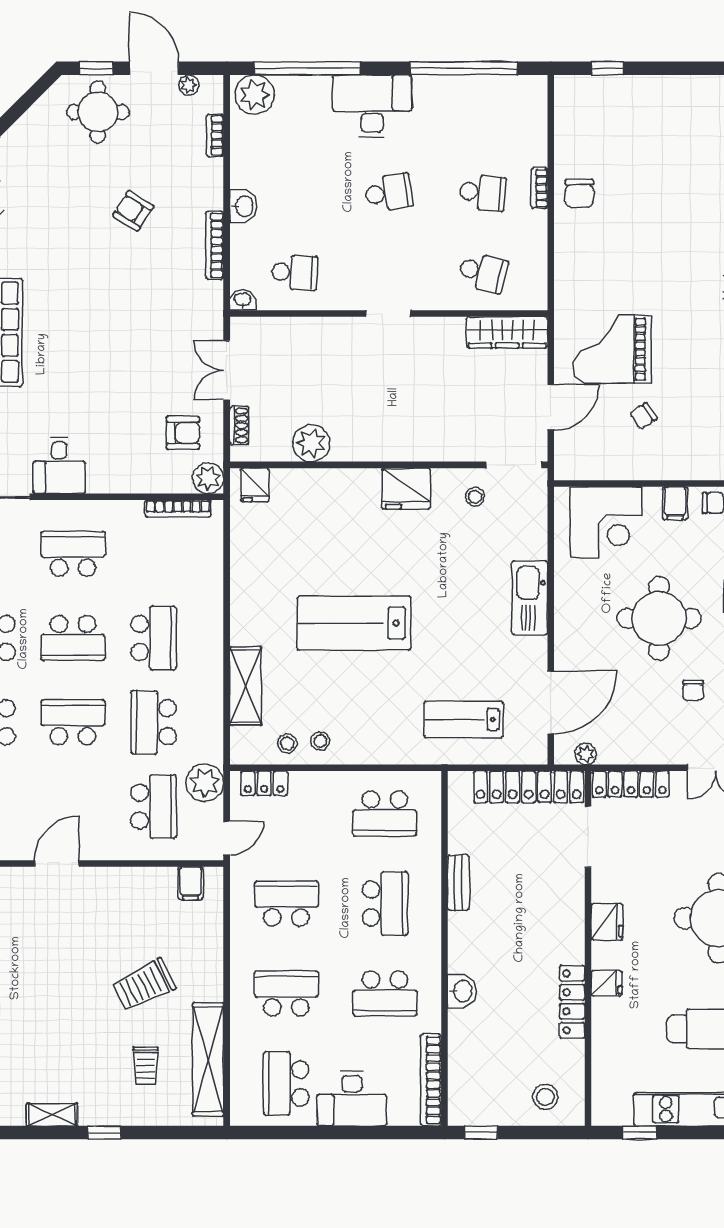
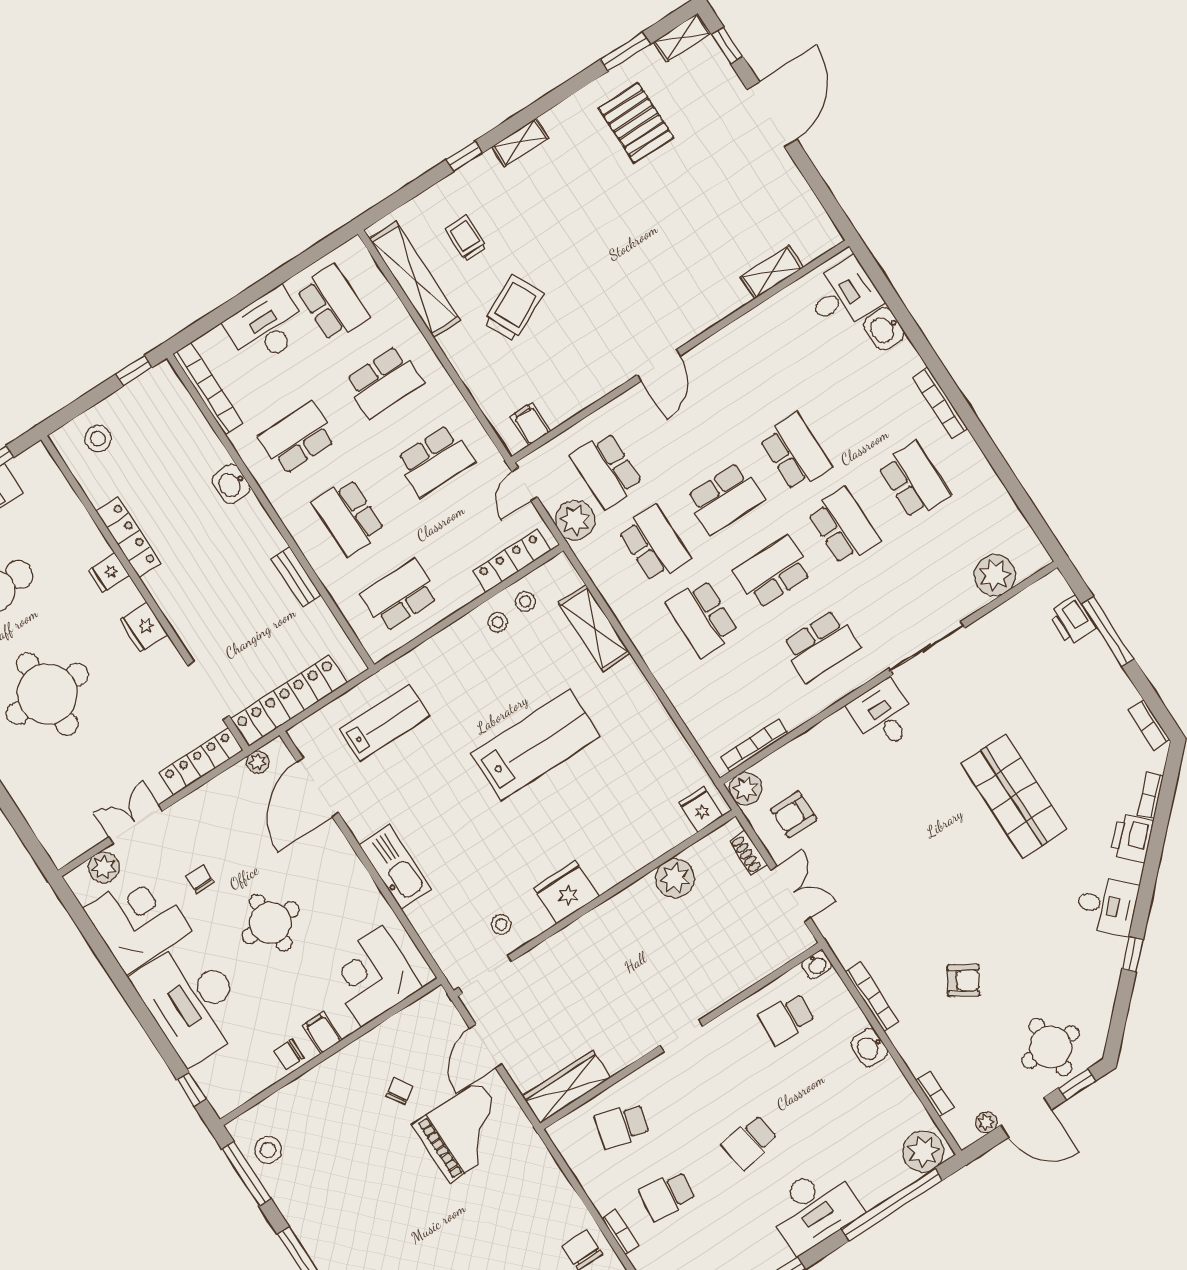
round table: (659, 618) -> (271, 923), width x0.73, depth x0.73
locker: (264, 783) -> (512, 561), width x1.53

